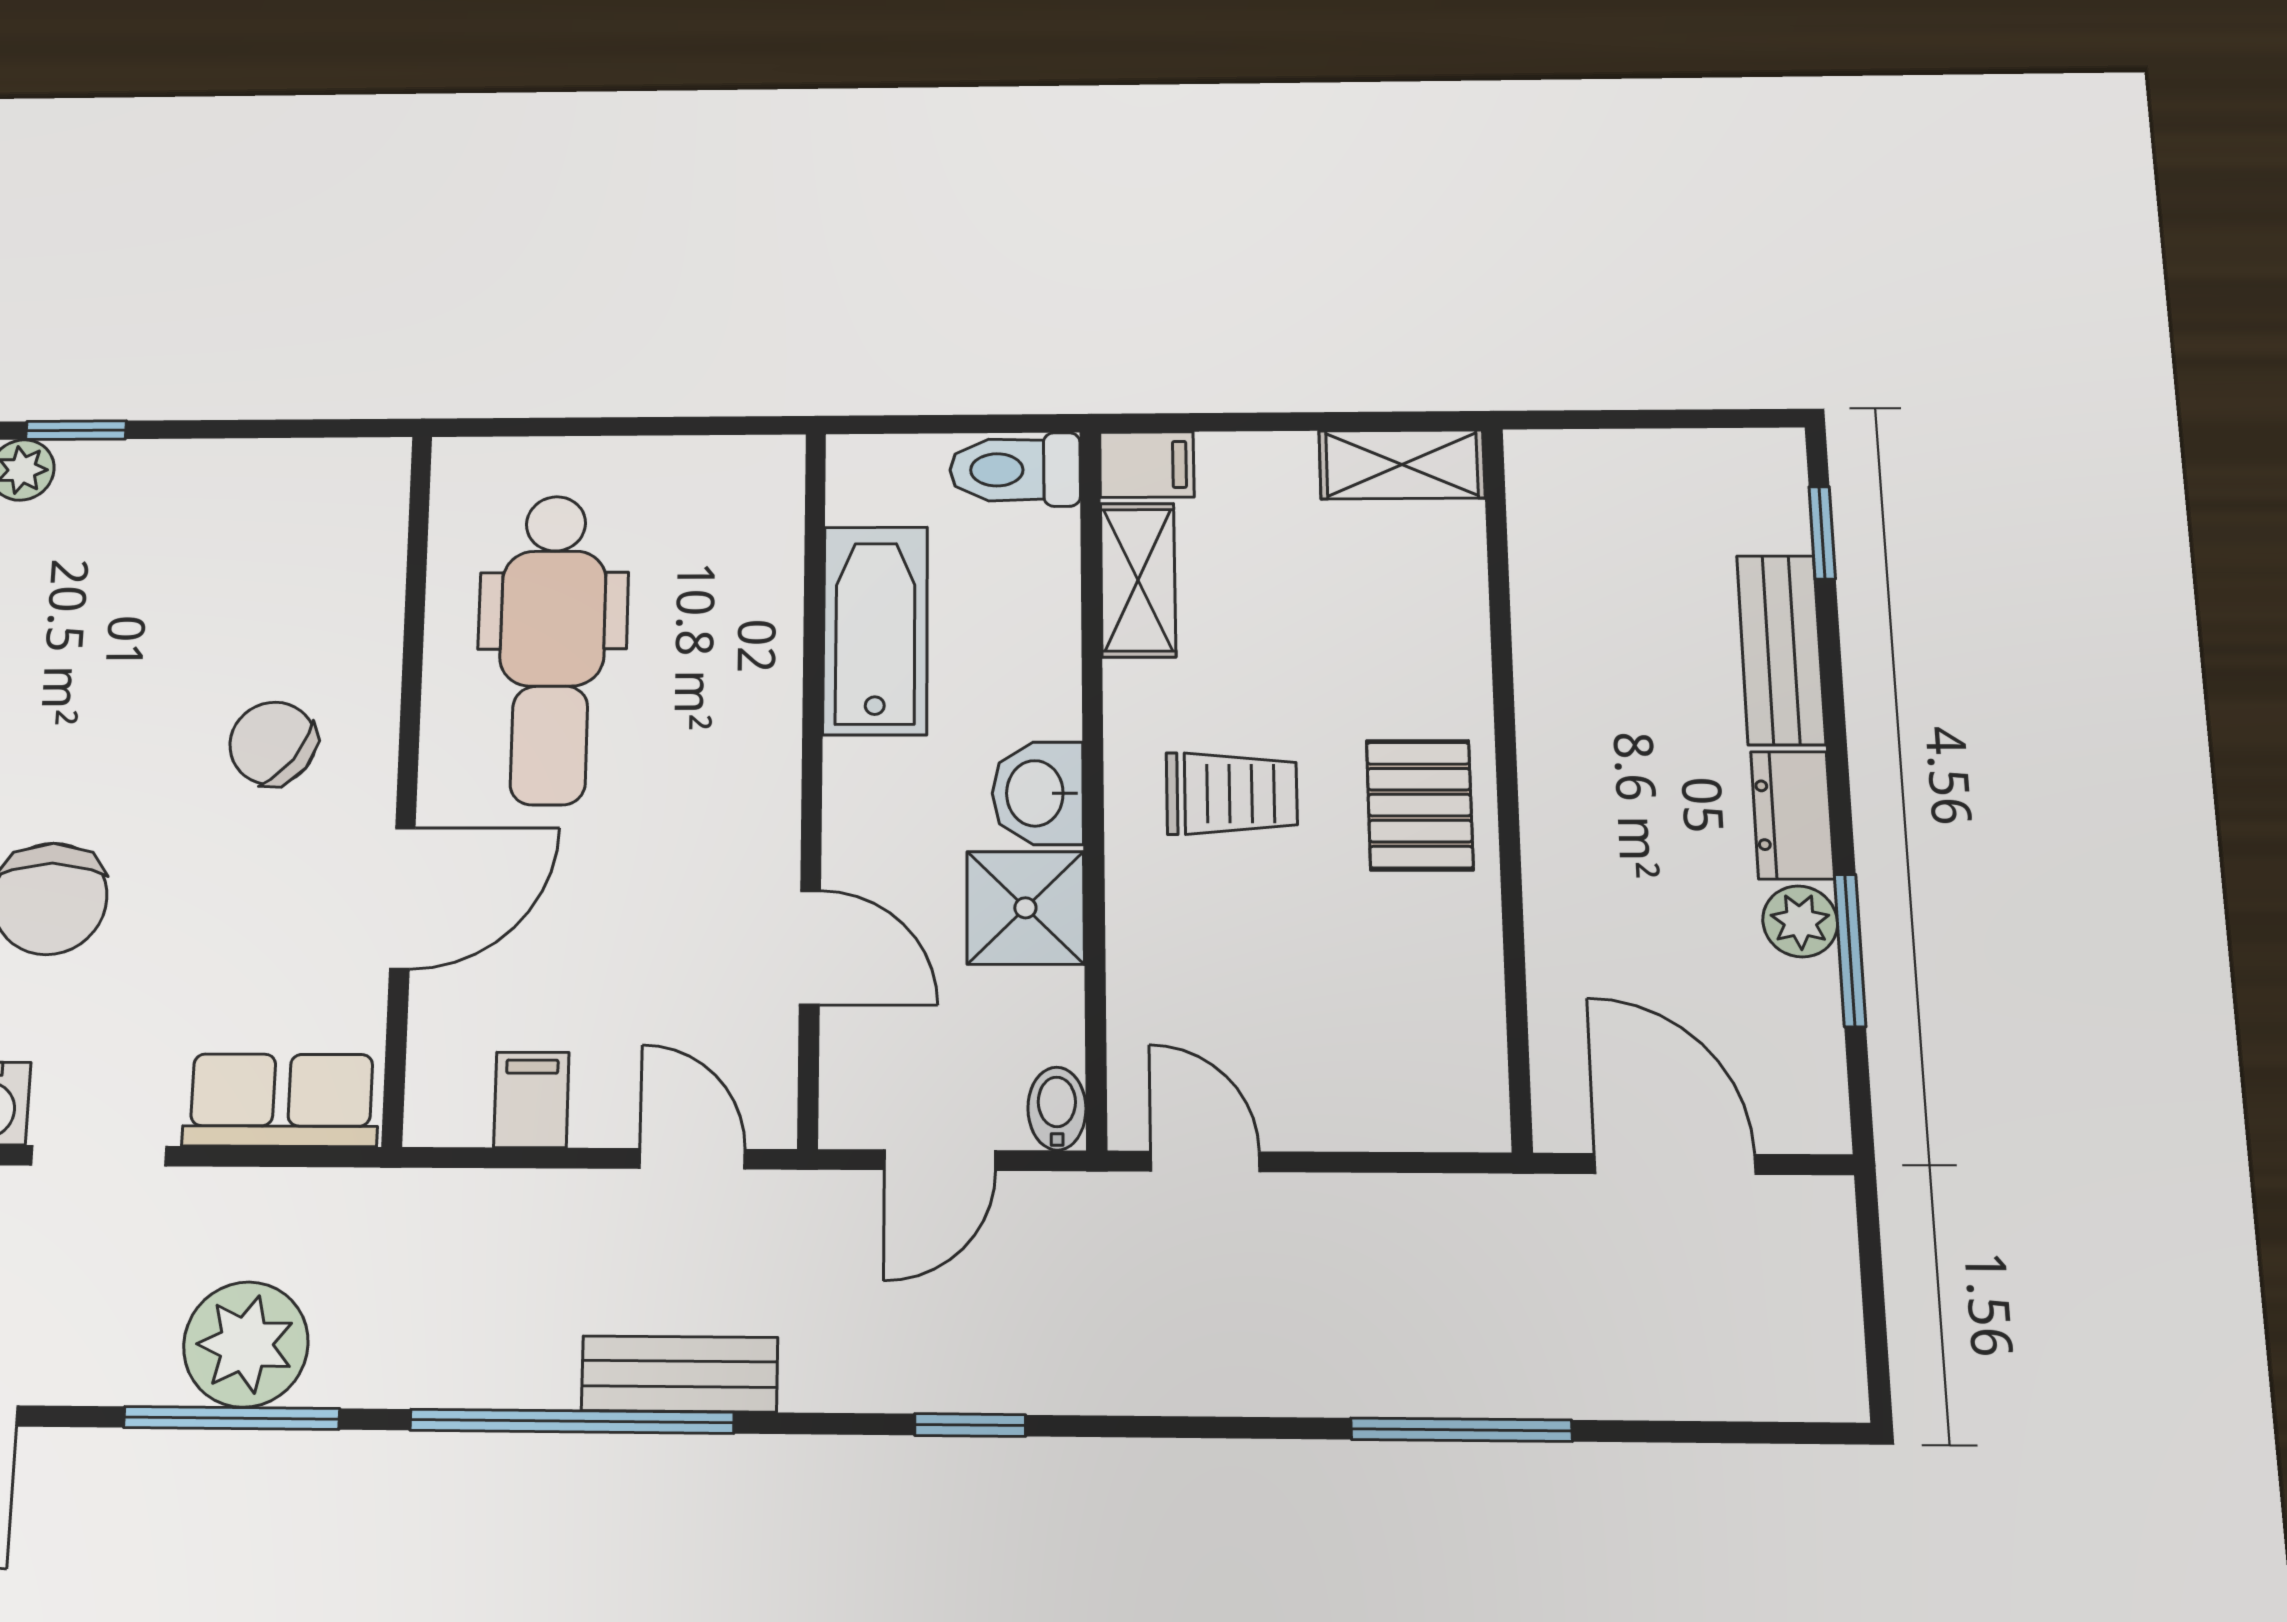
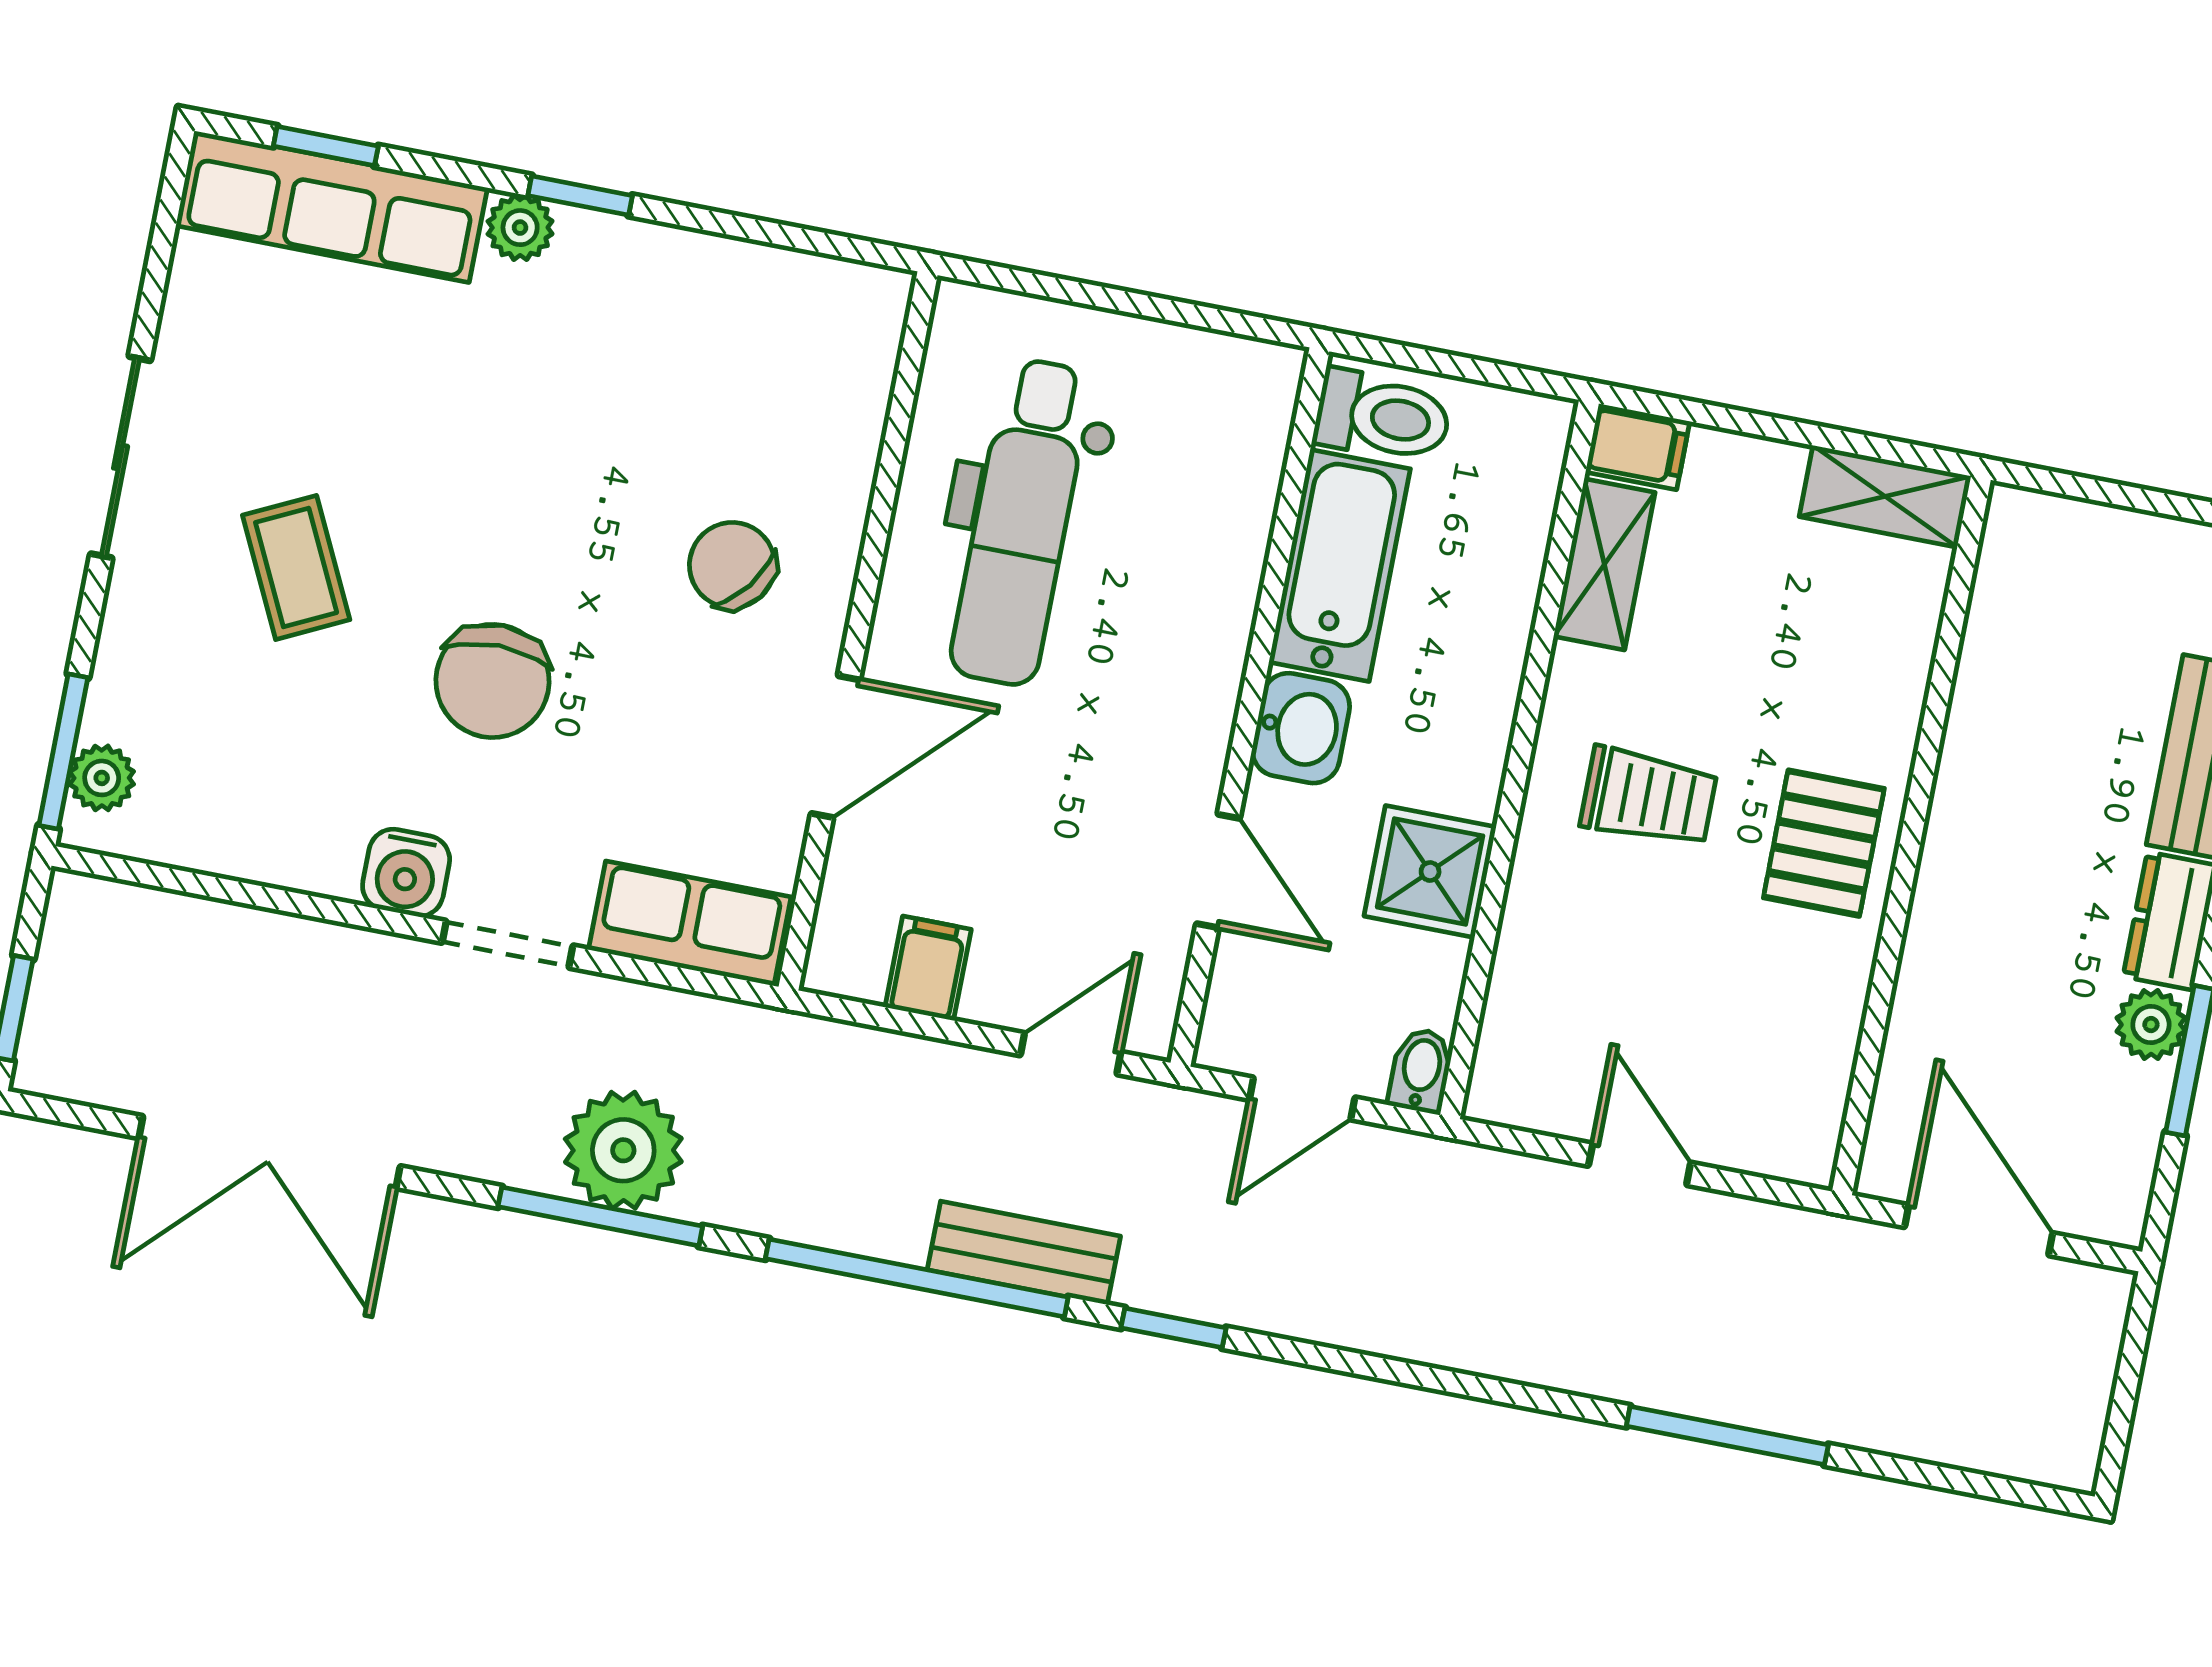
toilet: (1015, 470) -> (1383, 417), moved, turned 180
washbasin: (1038, 793) -> (1301, 728), moved, turned 180
door: (692, 1159) -> (1071, 1054), hinge flipped
door: (1205, 1161) -> (1640, 1164), moved
window: (970, 1425) -> (1174, 1328), moved

